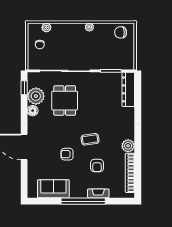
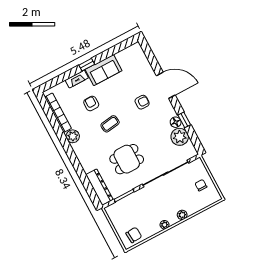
plant: (46, 27) -> (182, 215), moved
window: (24, 88) -> (184, 120), moved
dining table: (65, 101) -> (127, 159), moved, turned 90
armchair: (67, 154) -> (142, 102), moved
sofa: (53, 189) -> (104, 70), moved
window: (83, 201) -> (87, 65), width x0.32

